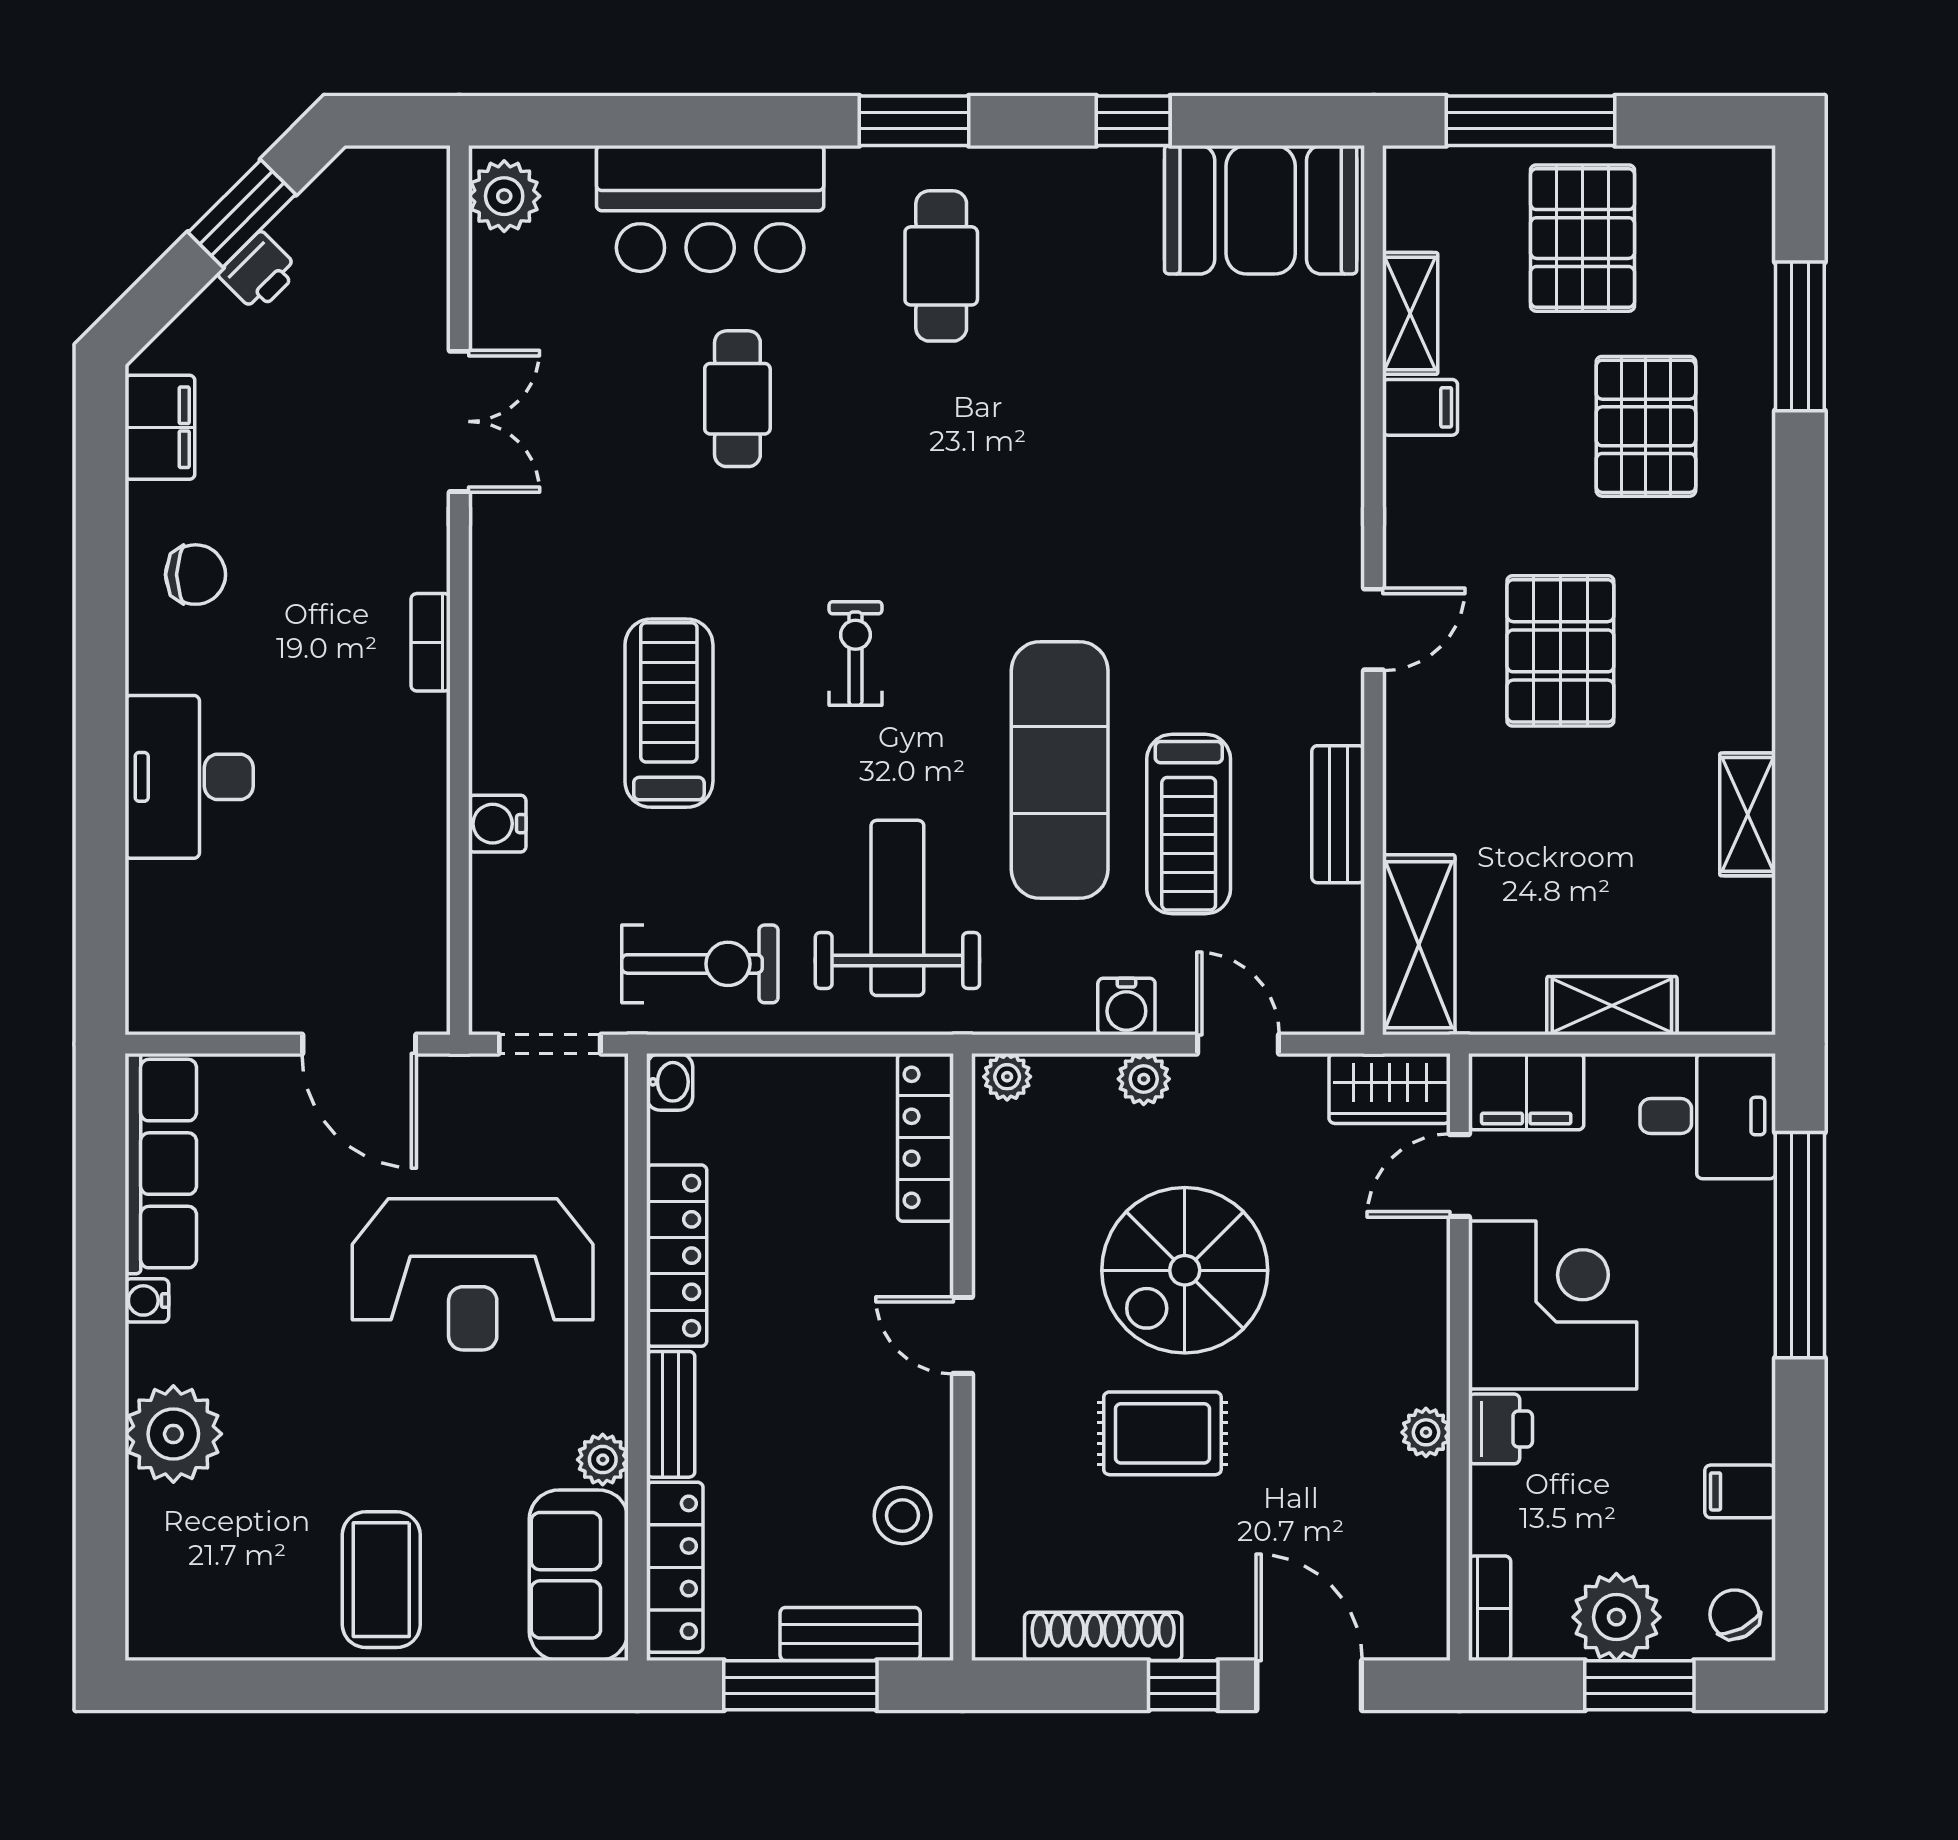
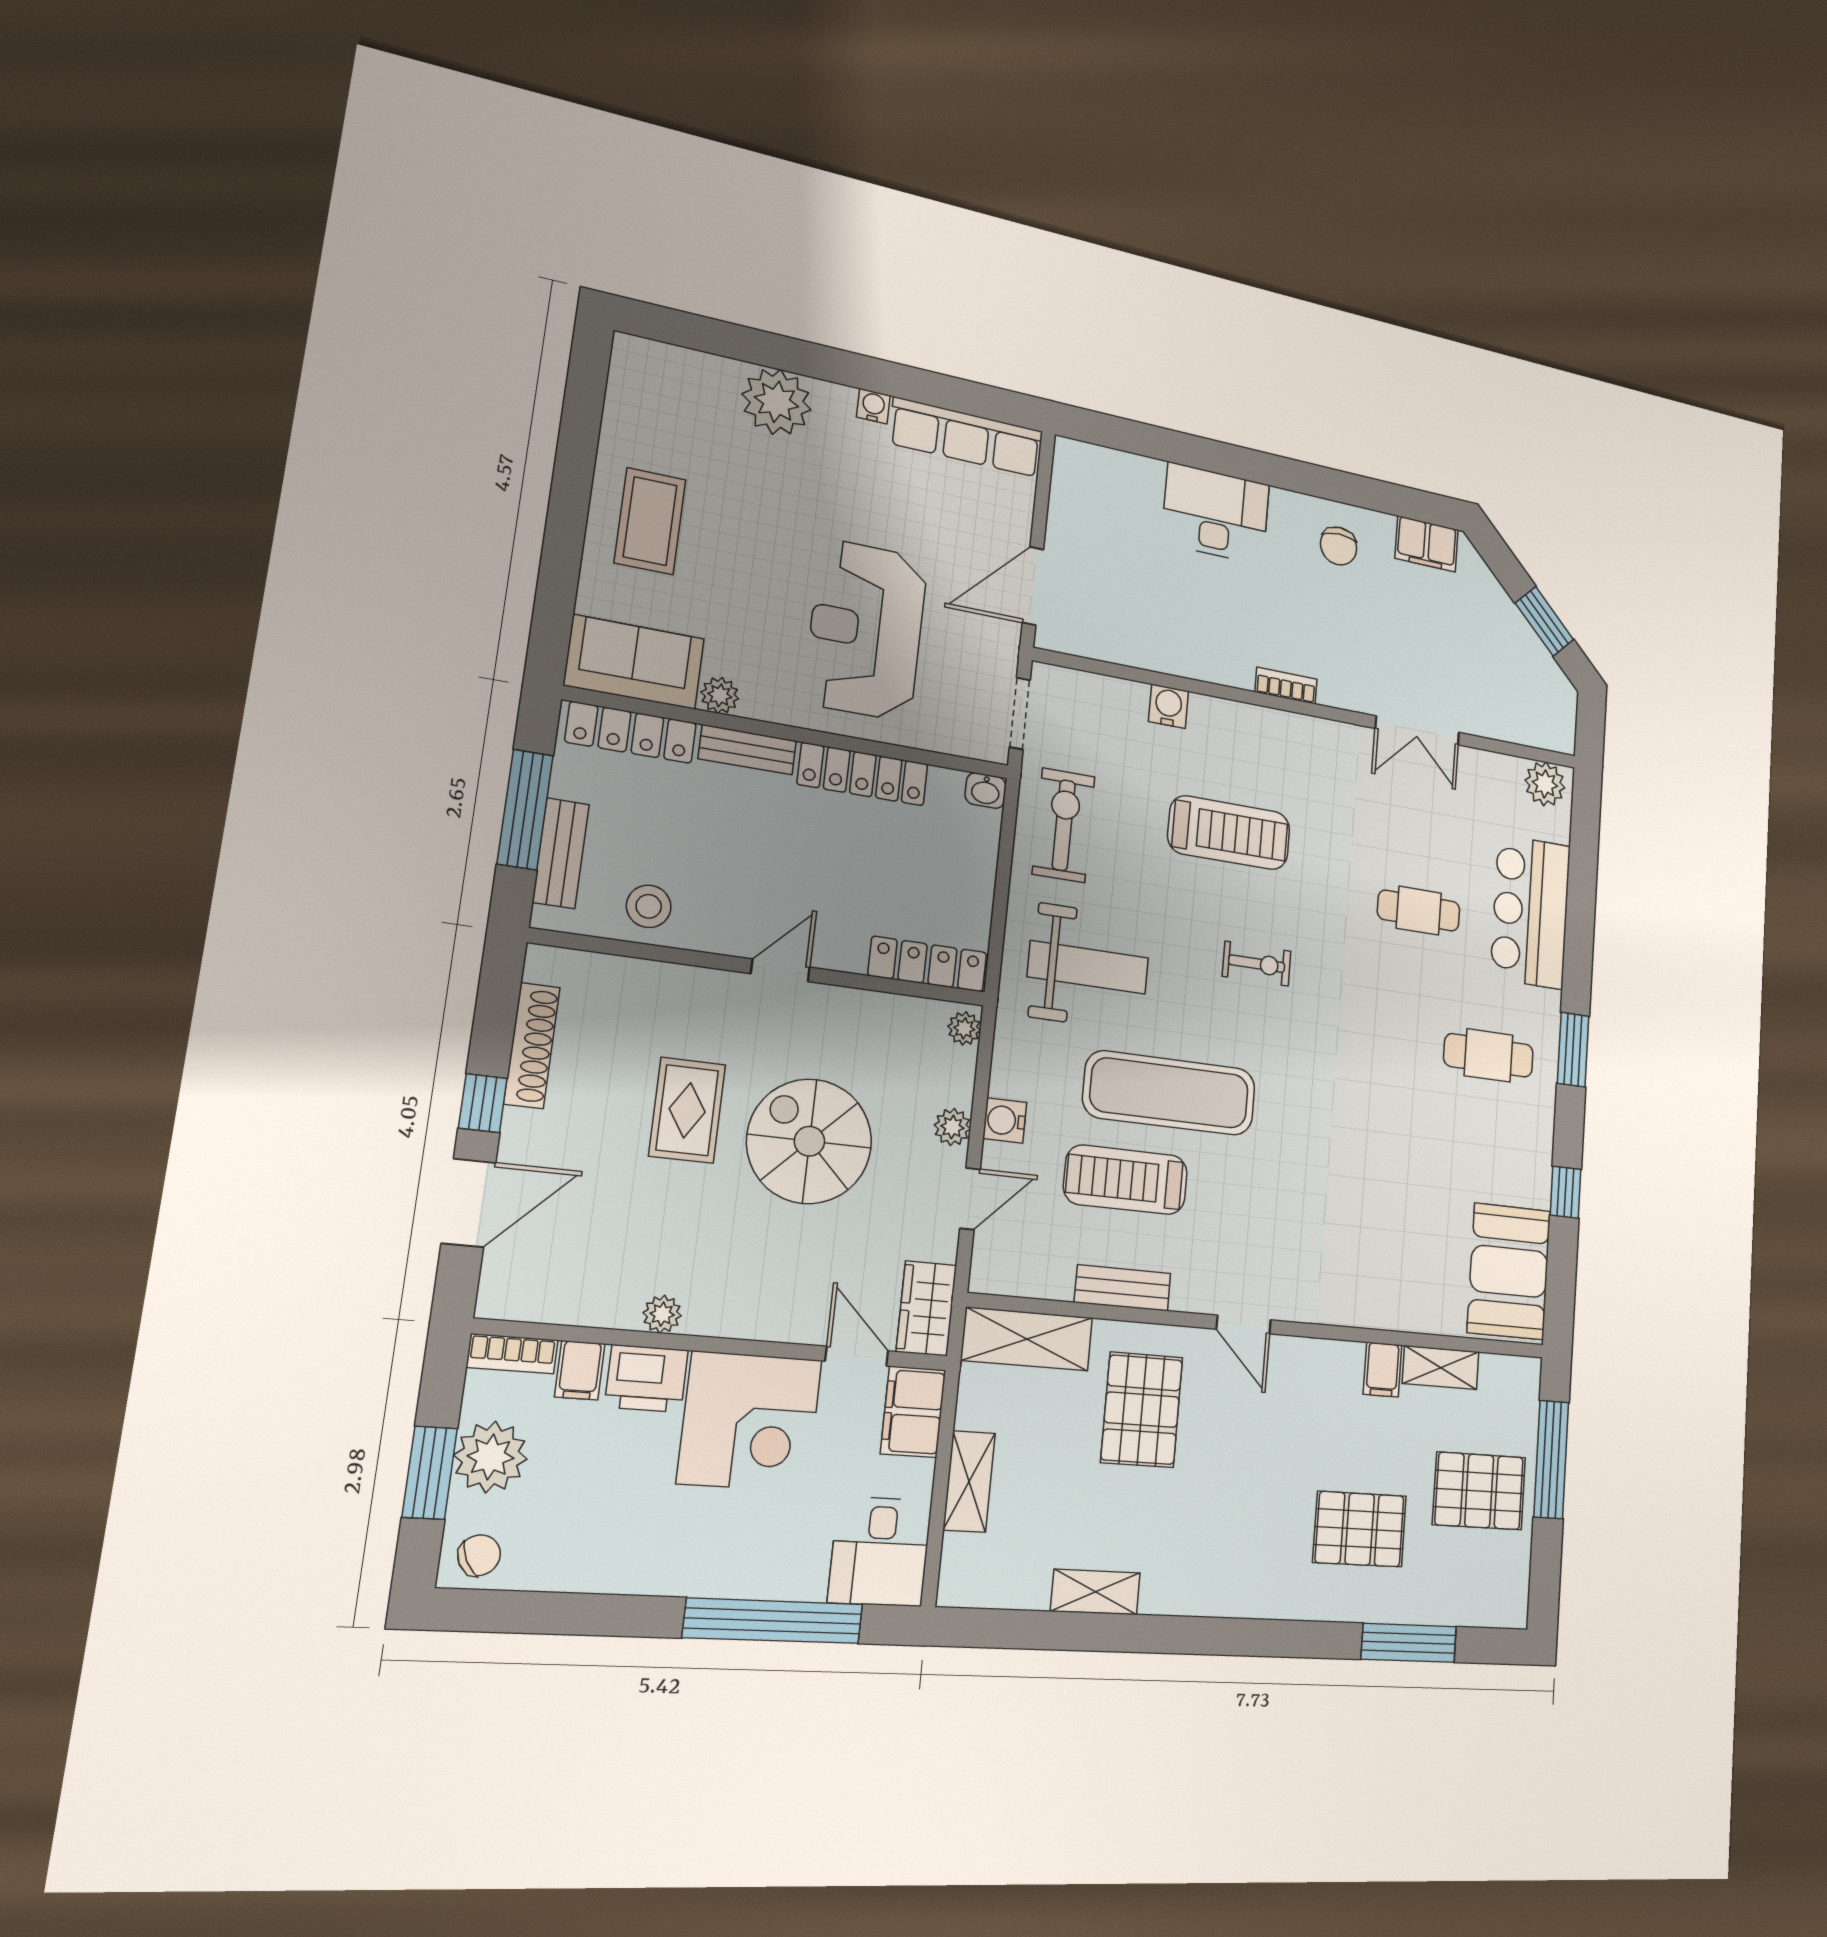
printer: (259, 272) -> (1511, 624), removed
pallet: (1560, 651) -> (1142, 1410), moved, turned 90
exercise bike: (700, 964) -> (1064, 825), turned 180
printer: (1500, 1429) -> (646, 1379), width x1.36, depth x1.24
filing cabinet: (1740, 1491) -> (580, 1370), moved, turned 180
coffee table: (381, 1580) -> (650, 521), turned 90

